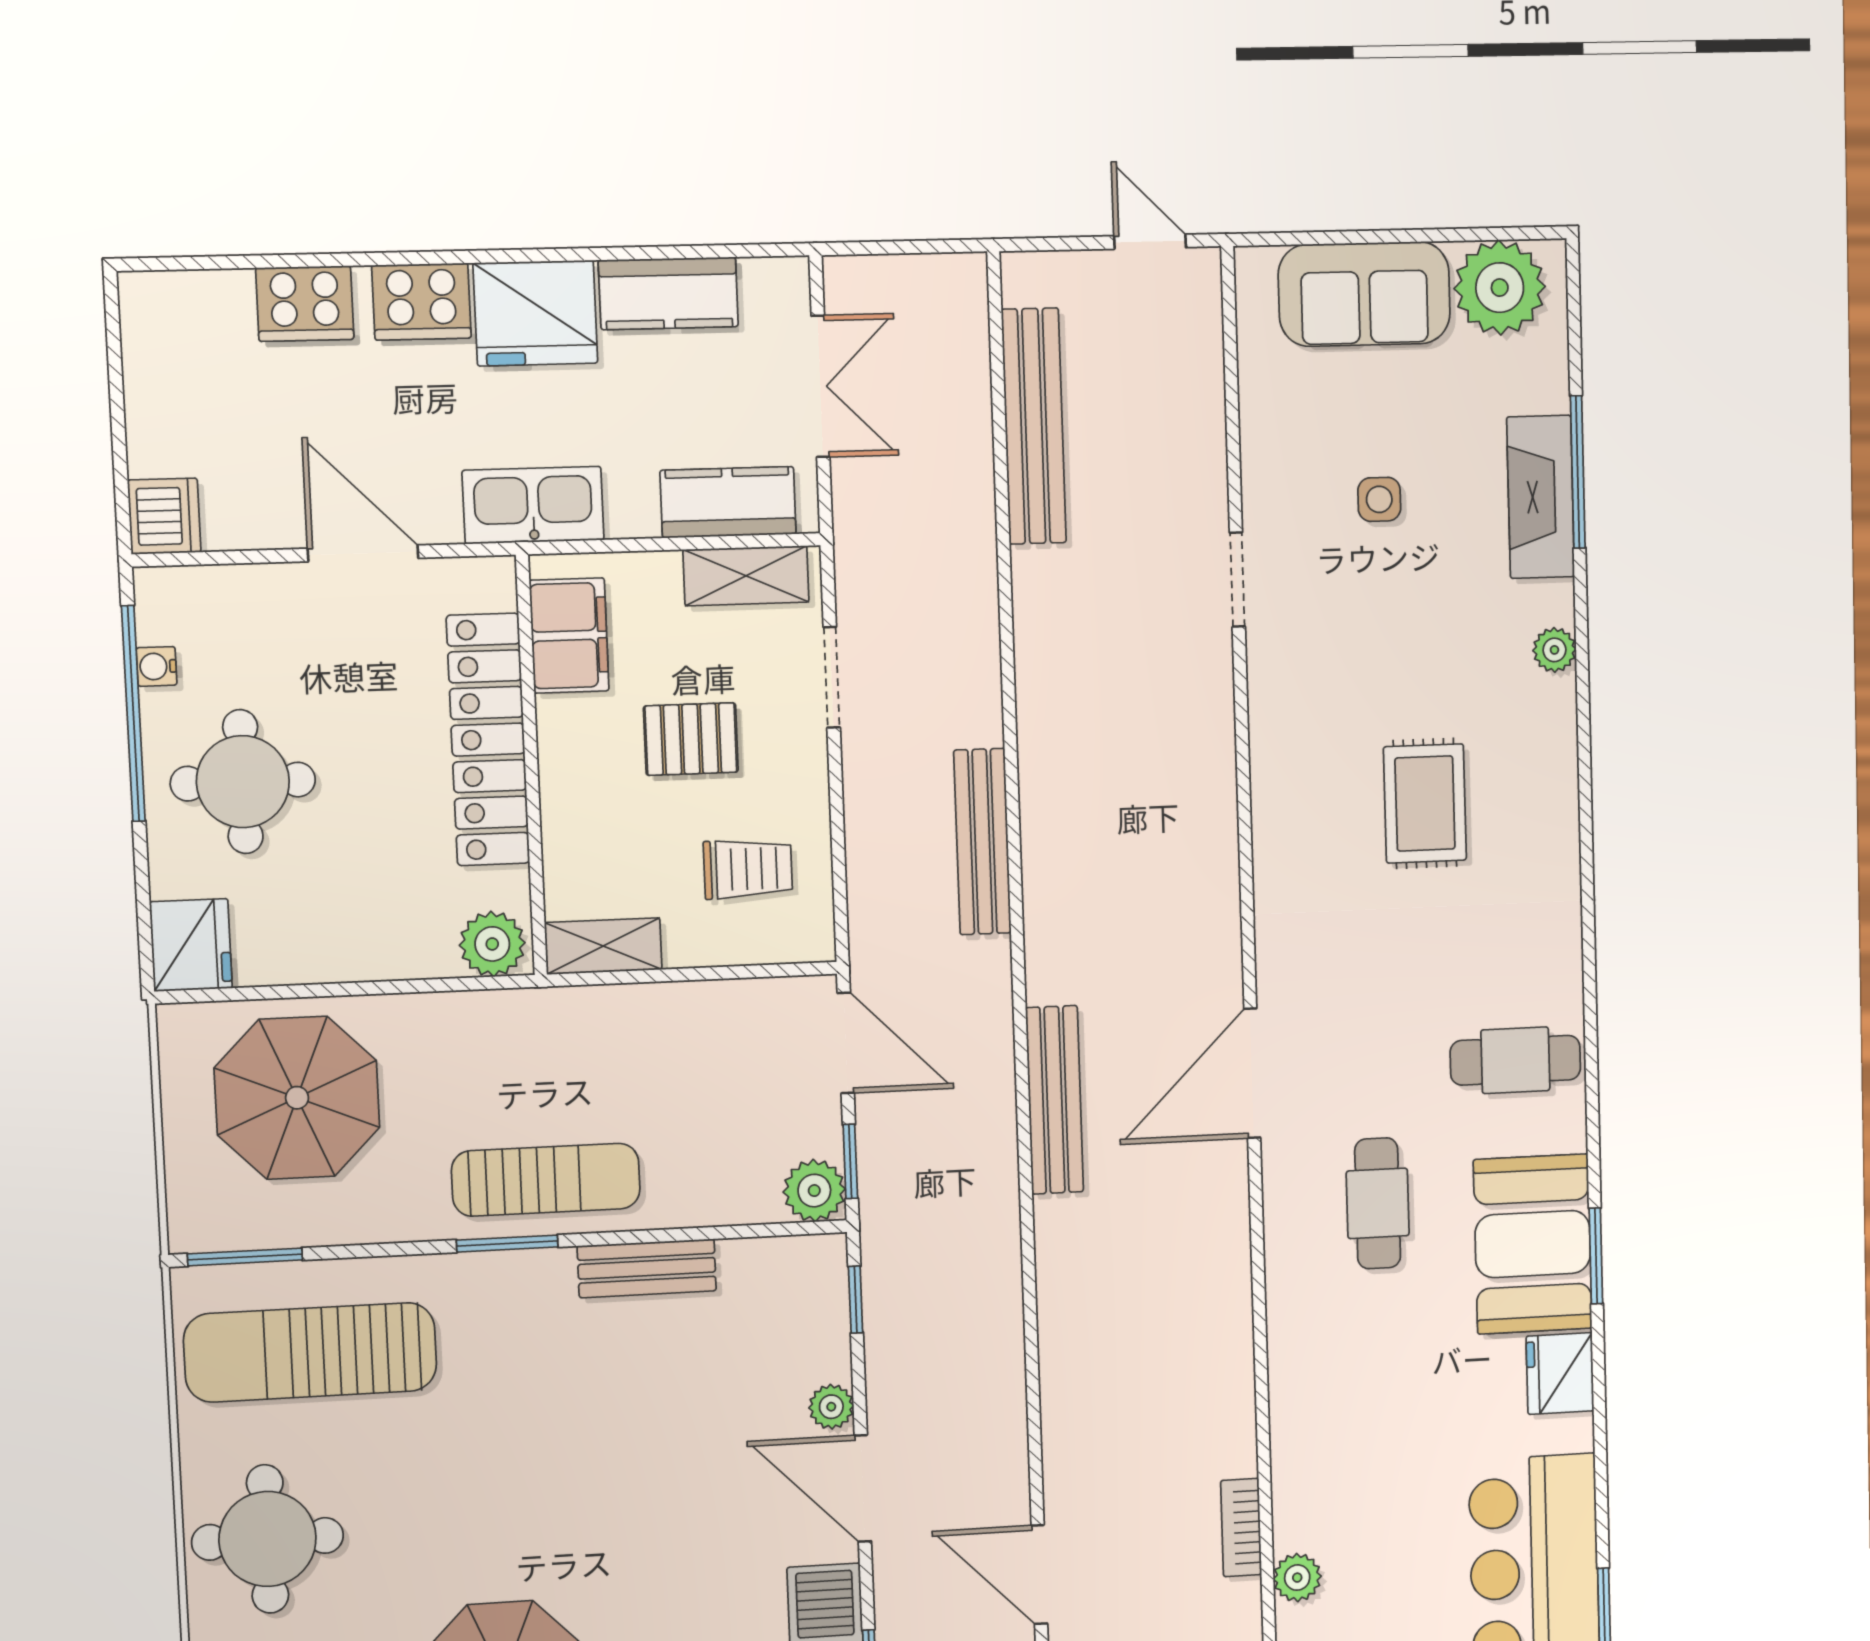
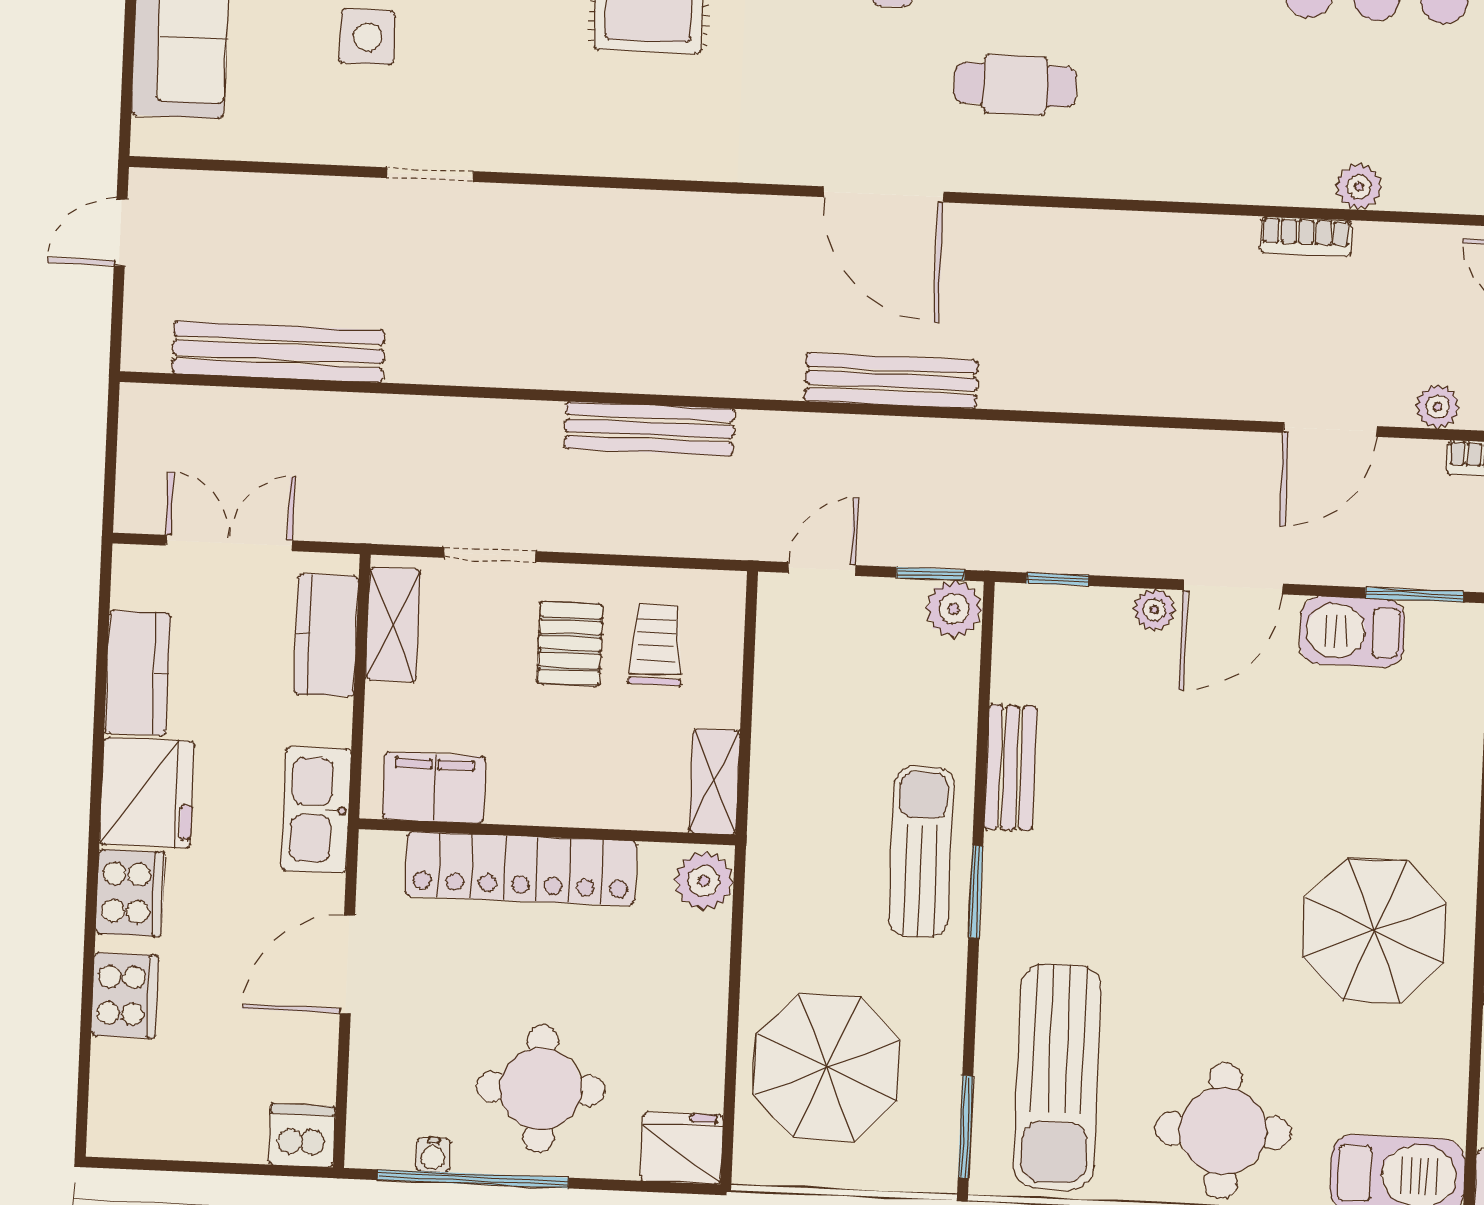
side table: (1379, 499) -> (367, 37), width x1.37, depth x1.37
pallet: (691, 739) -> (570, 644), moved
door: (846, 1043) -> (822, 569), width x0.73

